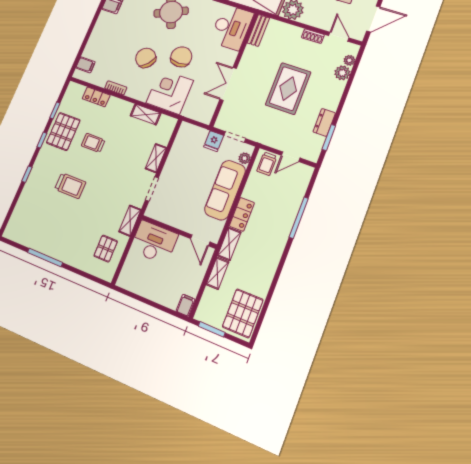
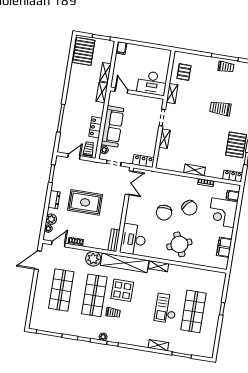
door: (339, 37) -> (58, 244), swing flipped
double door: (228, 84) -> (129, 183), moved
rug: (288, 89) -> (85, 202), turned 90
corner desk: (170, 92) -> (223, 213), moved, turned 90
locker: (96, 97) -> (233, 176), moved
shelving: (146, 114) -> (195, 170), moved
dresser: (324, 122) -> (54, 200), moved
locker: (193, 132) -> (143, 161), added
fridge: (214, 141) -> (128, 158), removed
trolley: (93, 143) -> (226, 67), moved
locker: (242, 214) -> (96, 127), moved

